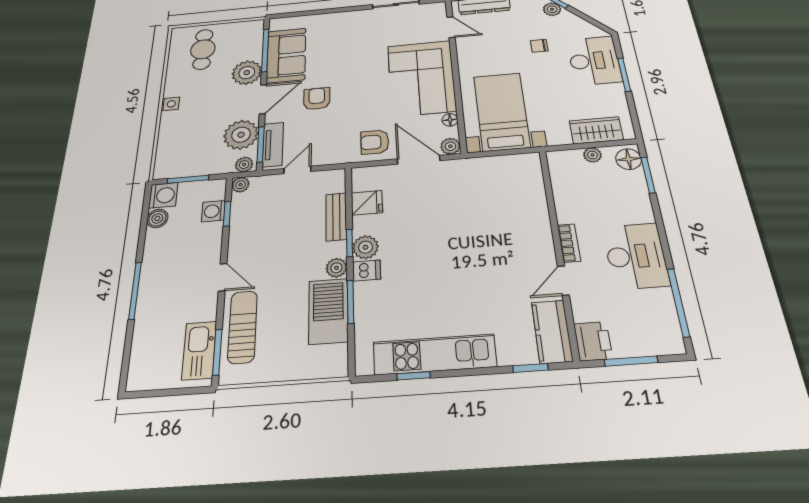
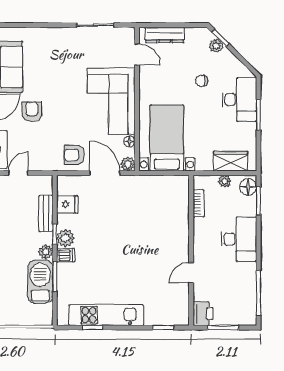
bookcase: (569, 243) -> (199, 203), moved
desk: (636, 256) -> (239, 239), moved
kitchen counter: (552, 332) -> (179, 306), removed

